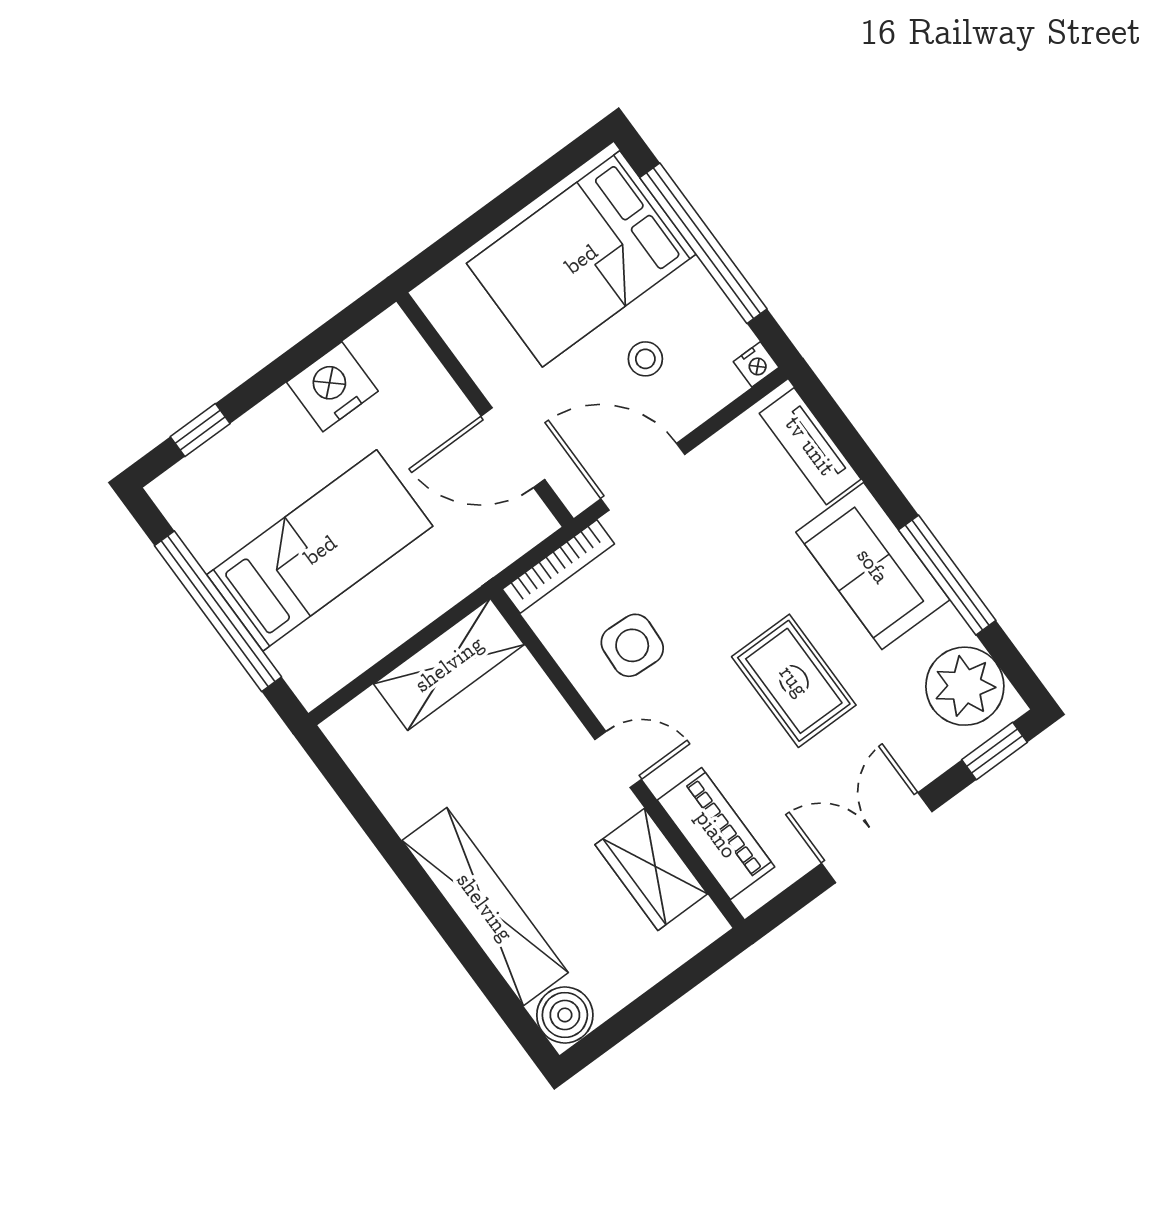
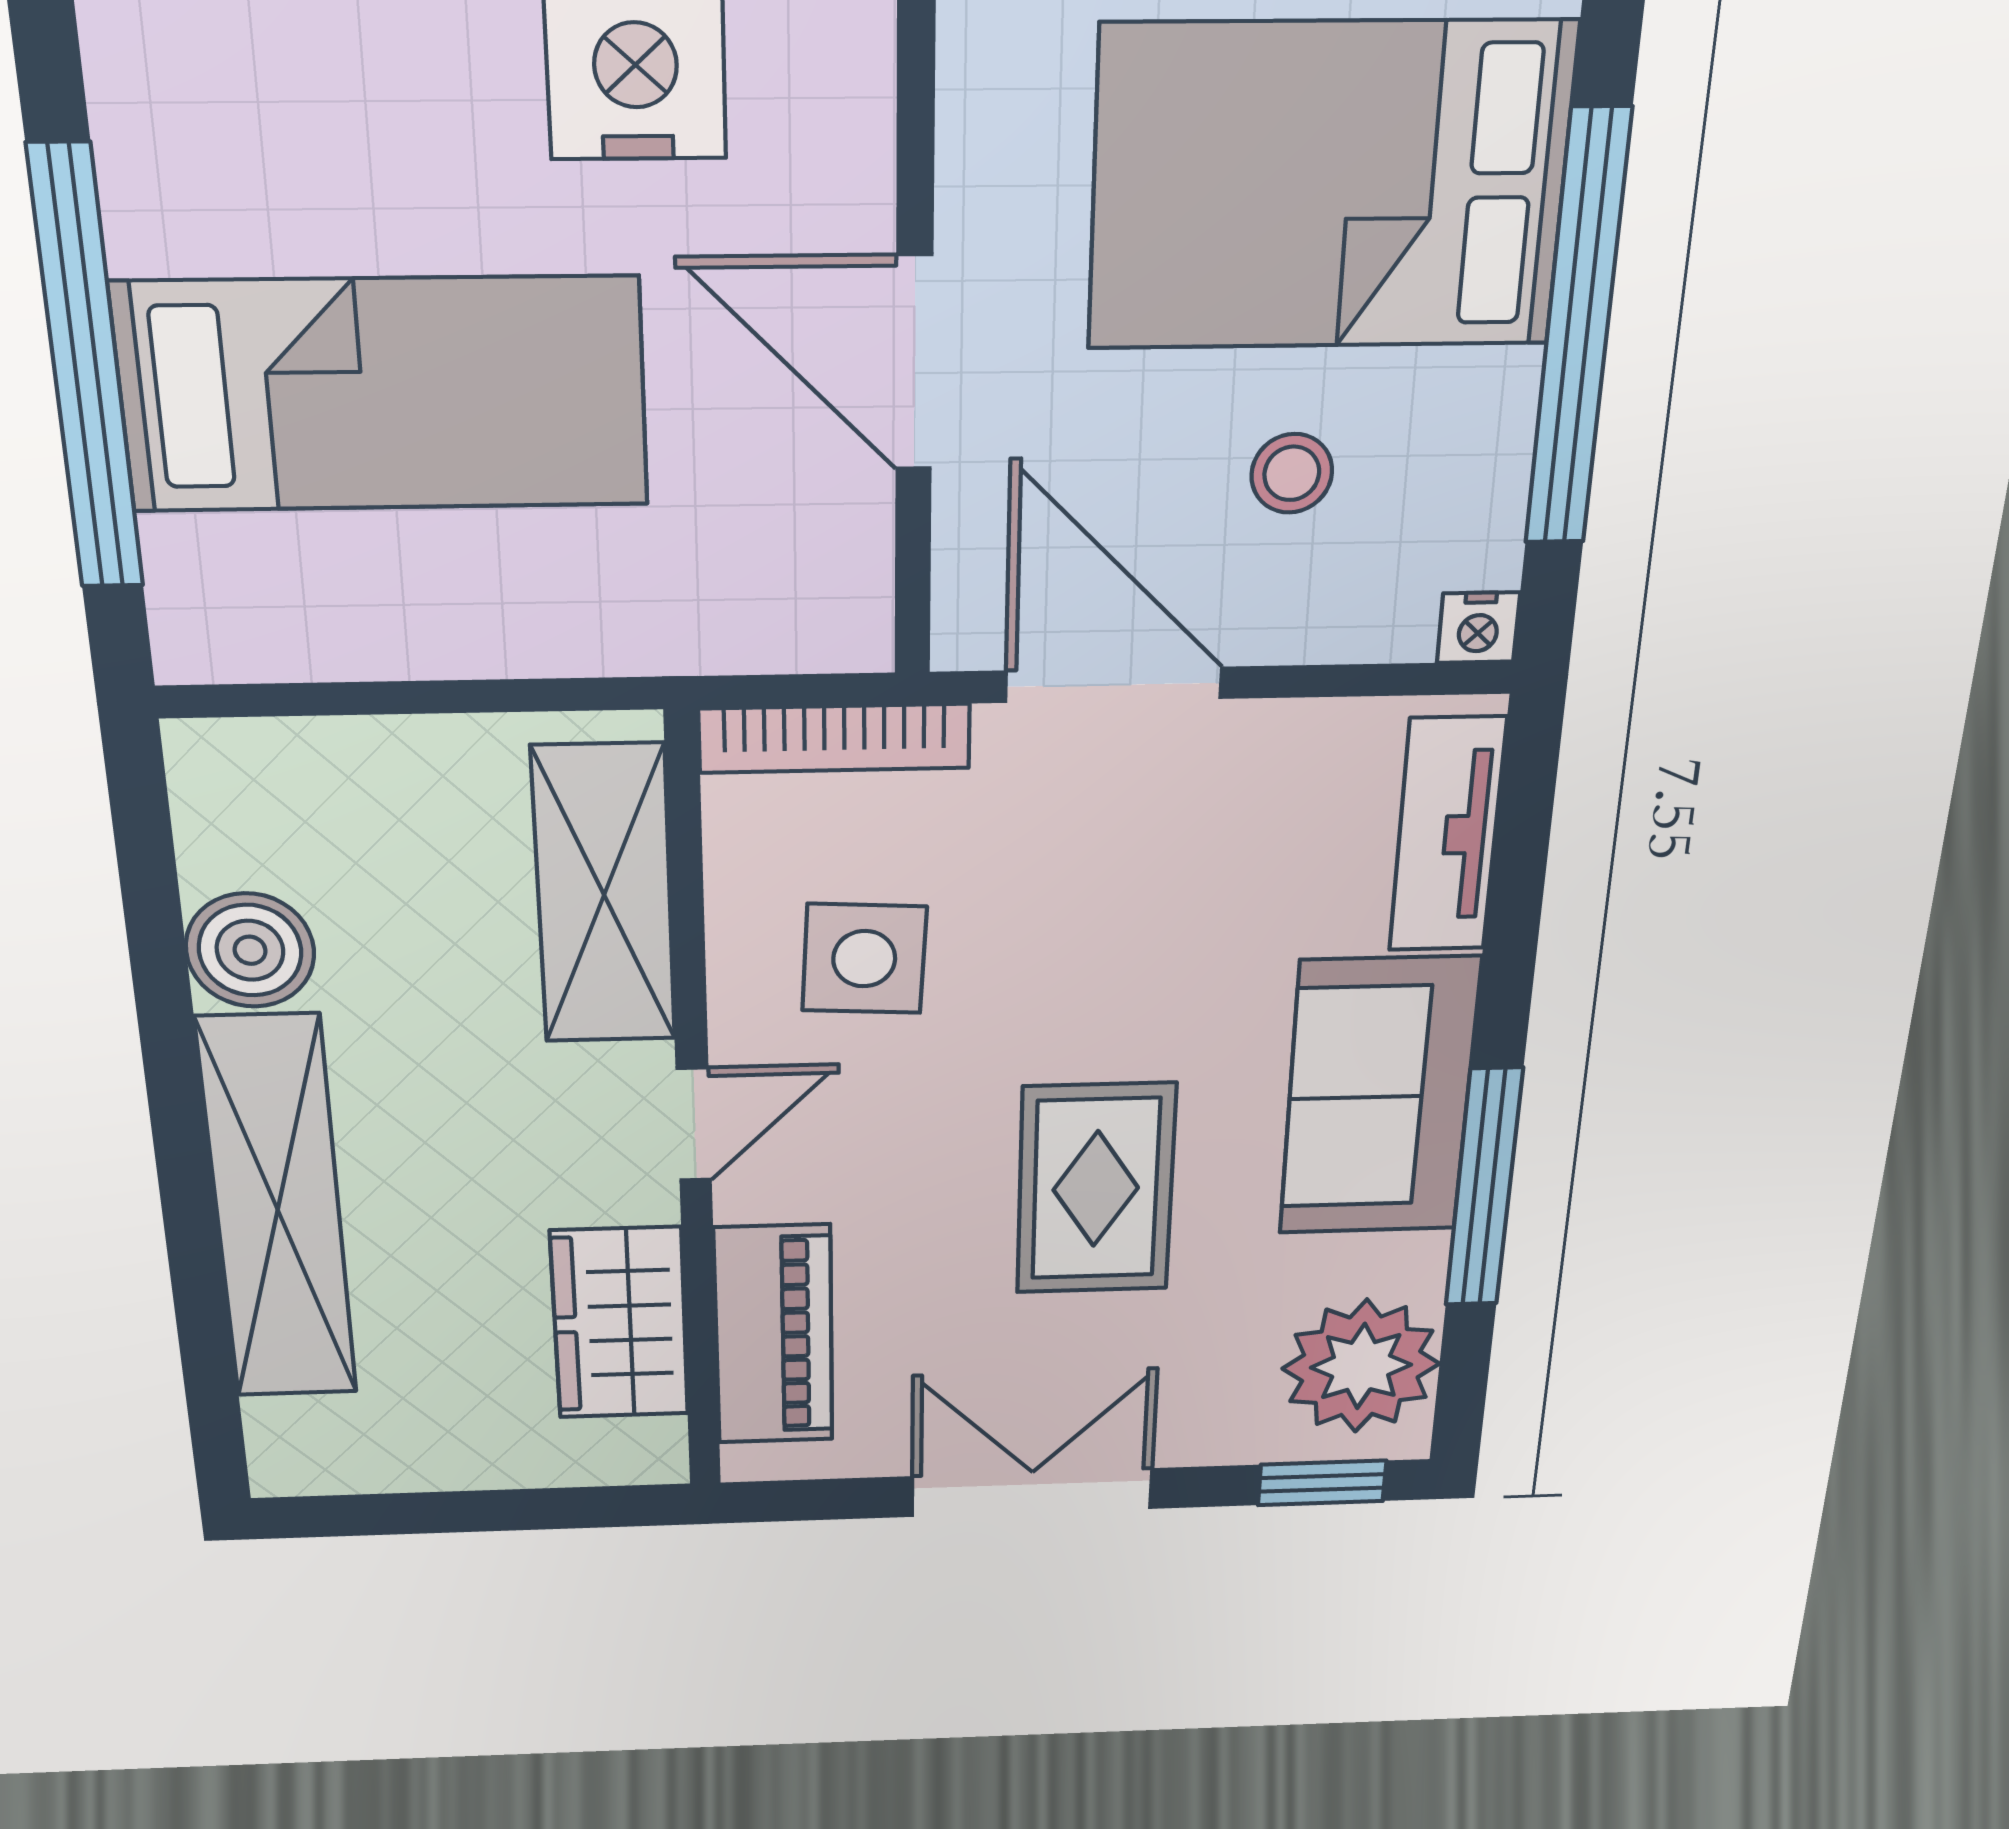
door: (513, 448) -> (914, 363), moved
shelving: (449, 664) -> (604, 895), moved, turned 90
door: (618, 760) -> (694, 1124), hinge flipped
boiler: (565, 1015) -> (250, 950), moved

